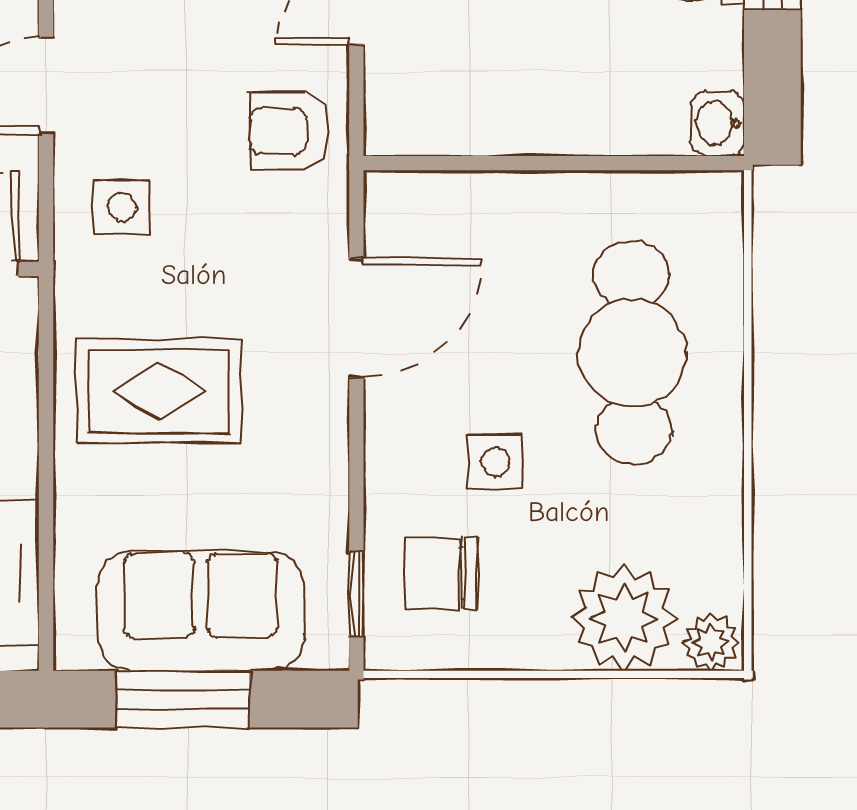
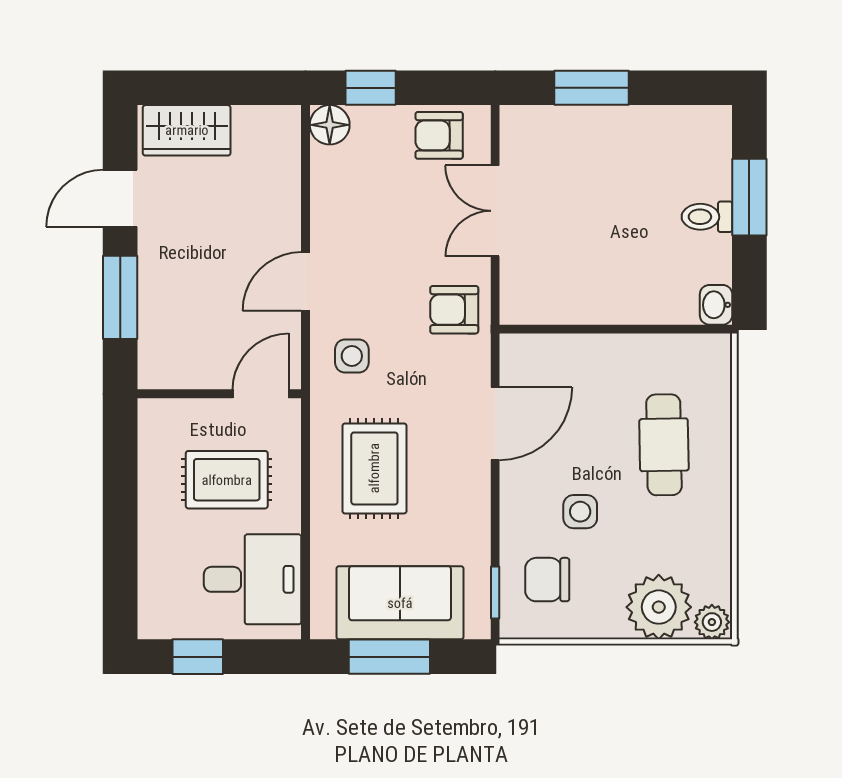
cafe table: (632, 353) -> (664, 445), width x0.73, depth x0.74
rug: (159, 391) -> (374, 468), turned 90

